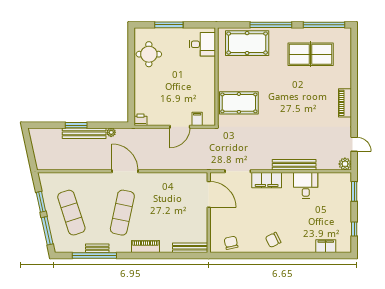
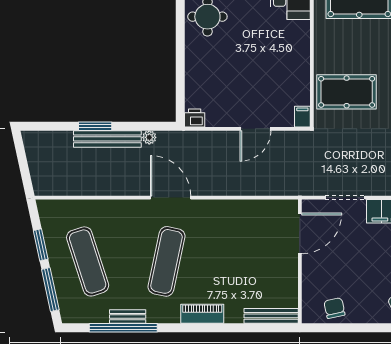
filing cabinet: (197, 119) -> (302, 117), moved
door: (209, 194) -> (300, 233), hinge flipped

